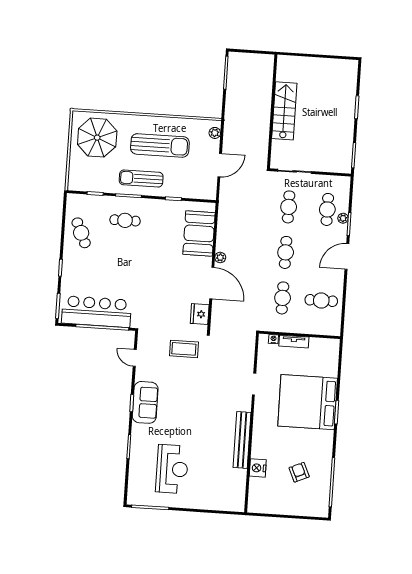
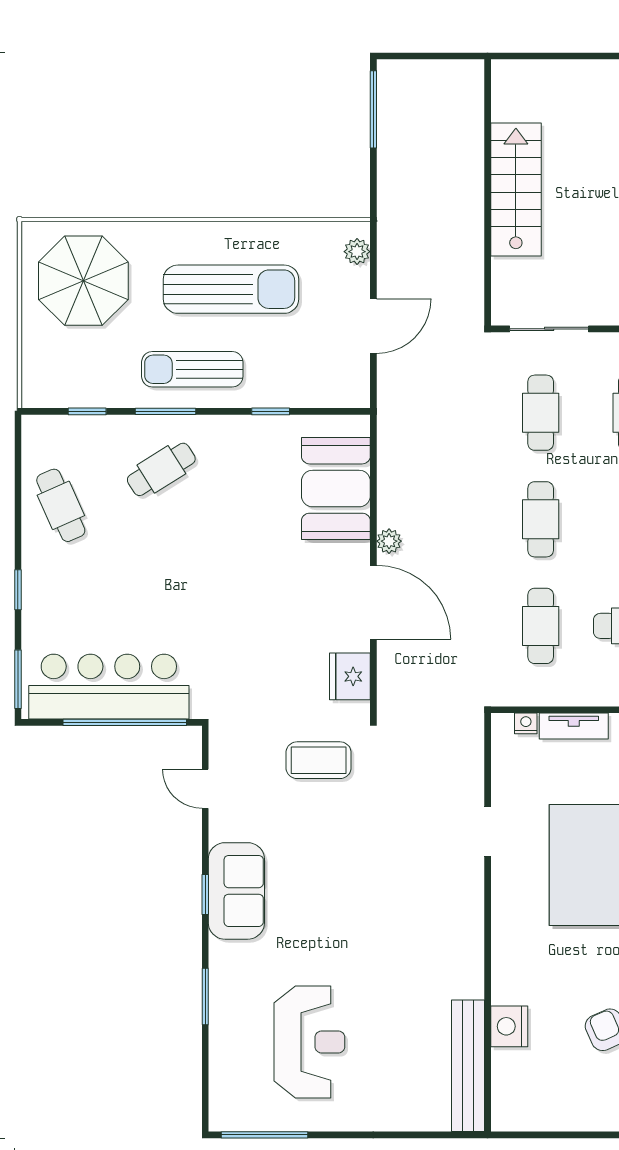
cafe table: (125, 220) -> (161, 469), turned -32
bench: (242, 440) -> (468, 1066), moved

